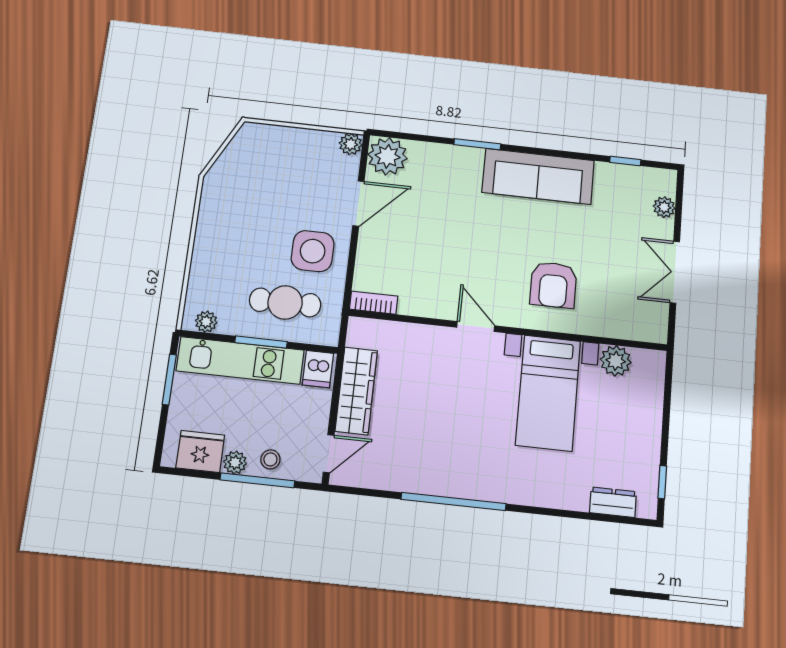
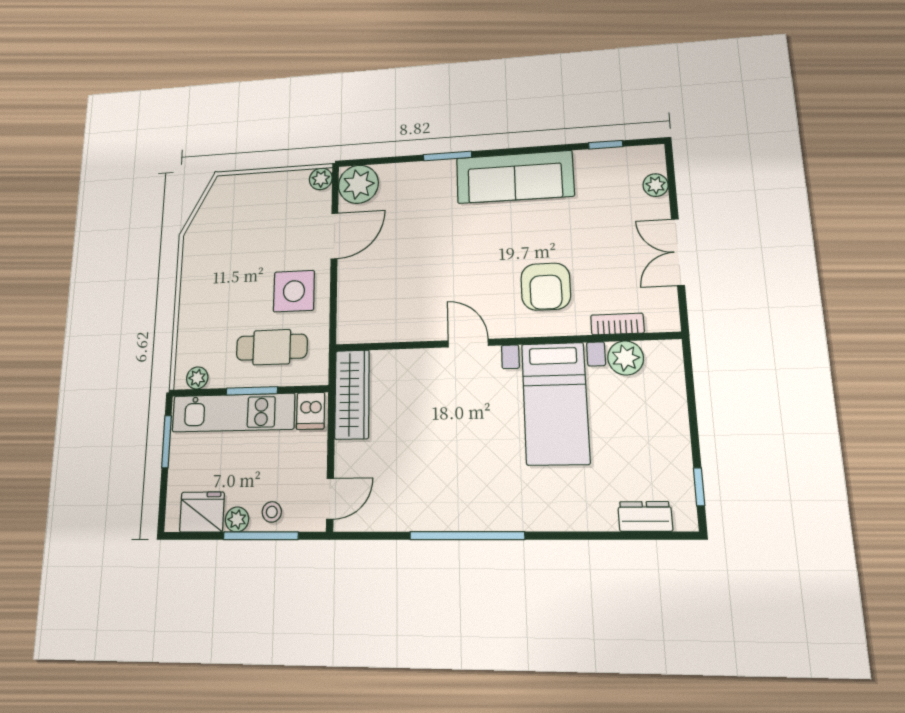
bookcase: (374, 303) -> (617, 324), moved
wardrobe: (356, 391) -> (352, 394), moved

